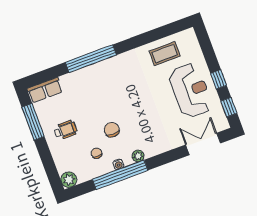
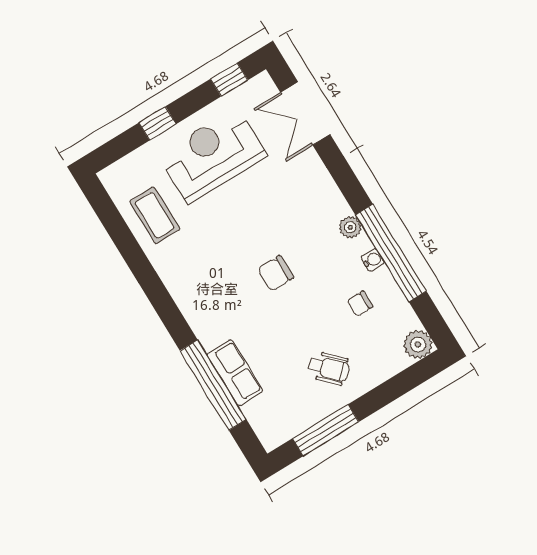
window: (91, 59) -> (213, 385), moved
window: (219, 79) -> (158, 123), moved
row of seats: (45, 90) -> (235, 373), moved
wheelchair: (66, 130) -> (329, 368), turned 136
chair: (112, 130) -> (276, 273), moved

